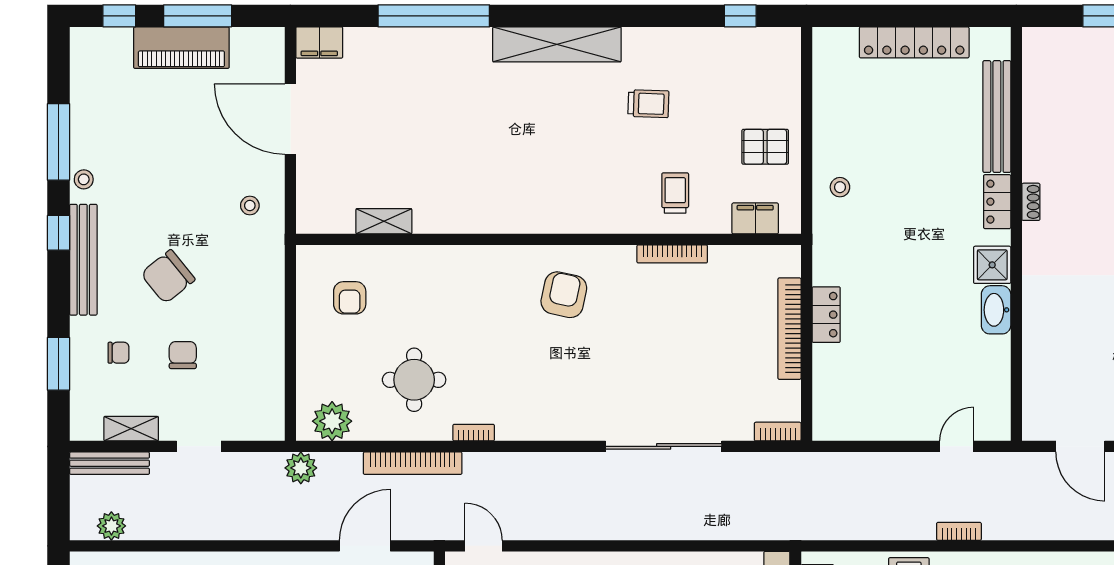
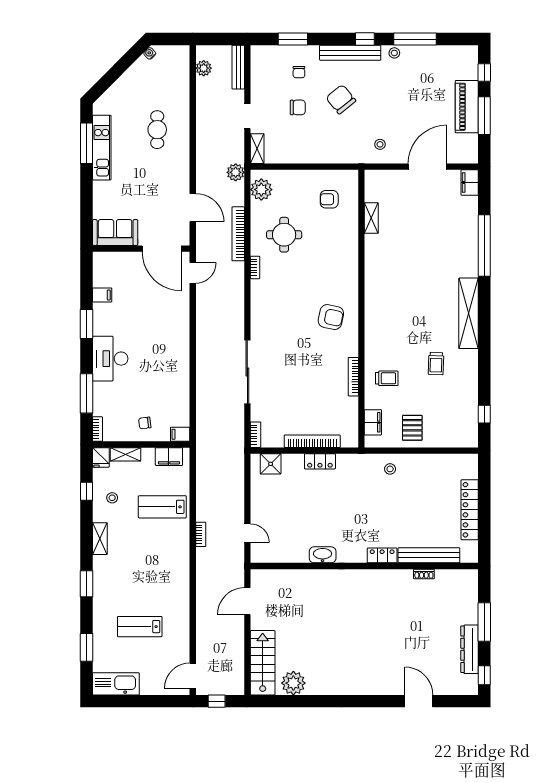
shoe rack: (1031, 202) -> (424, 574), moved
shower: (992, 265) -> (271, 464), moved
shelving: (131, 429) -> (257, 149), moved

